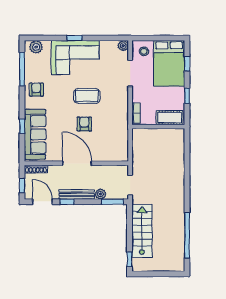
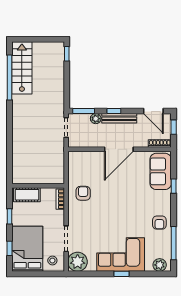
plant: (123, 46) -> (78, 262), width x1.87, depth x1.87
coffee table: (87, 96) -> (109, 216), removed
armchair: (84, 124) -> (83, 193), moved, turned 180
sofa: (35, 134) -> (161, 171), width x0.73
door: (77, 163) -> (119, 149), hinge flipped
window: (67, 202) -> (114, 111), moved
stairs: (142, 231) -> (22, 68), moved, turned 180

